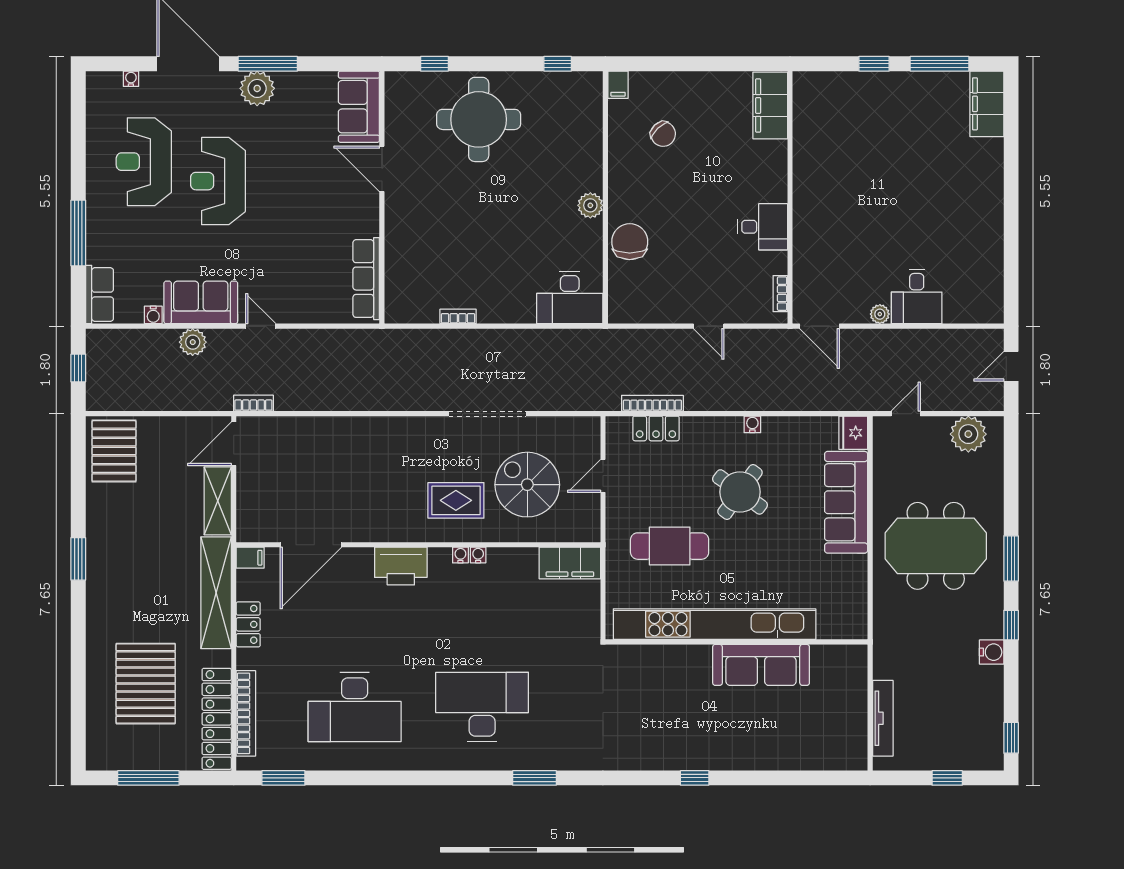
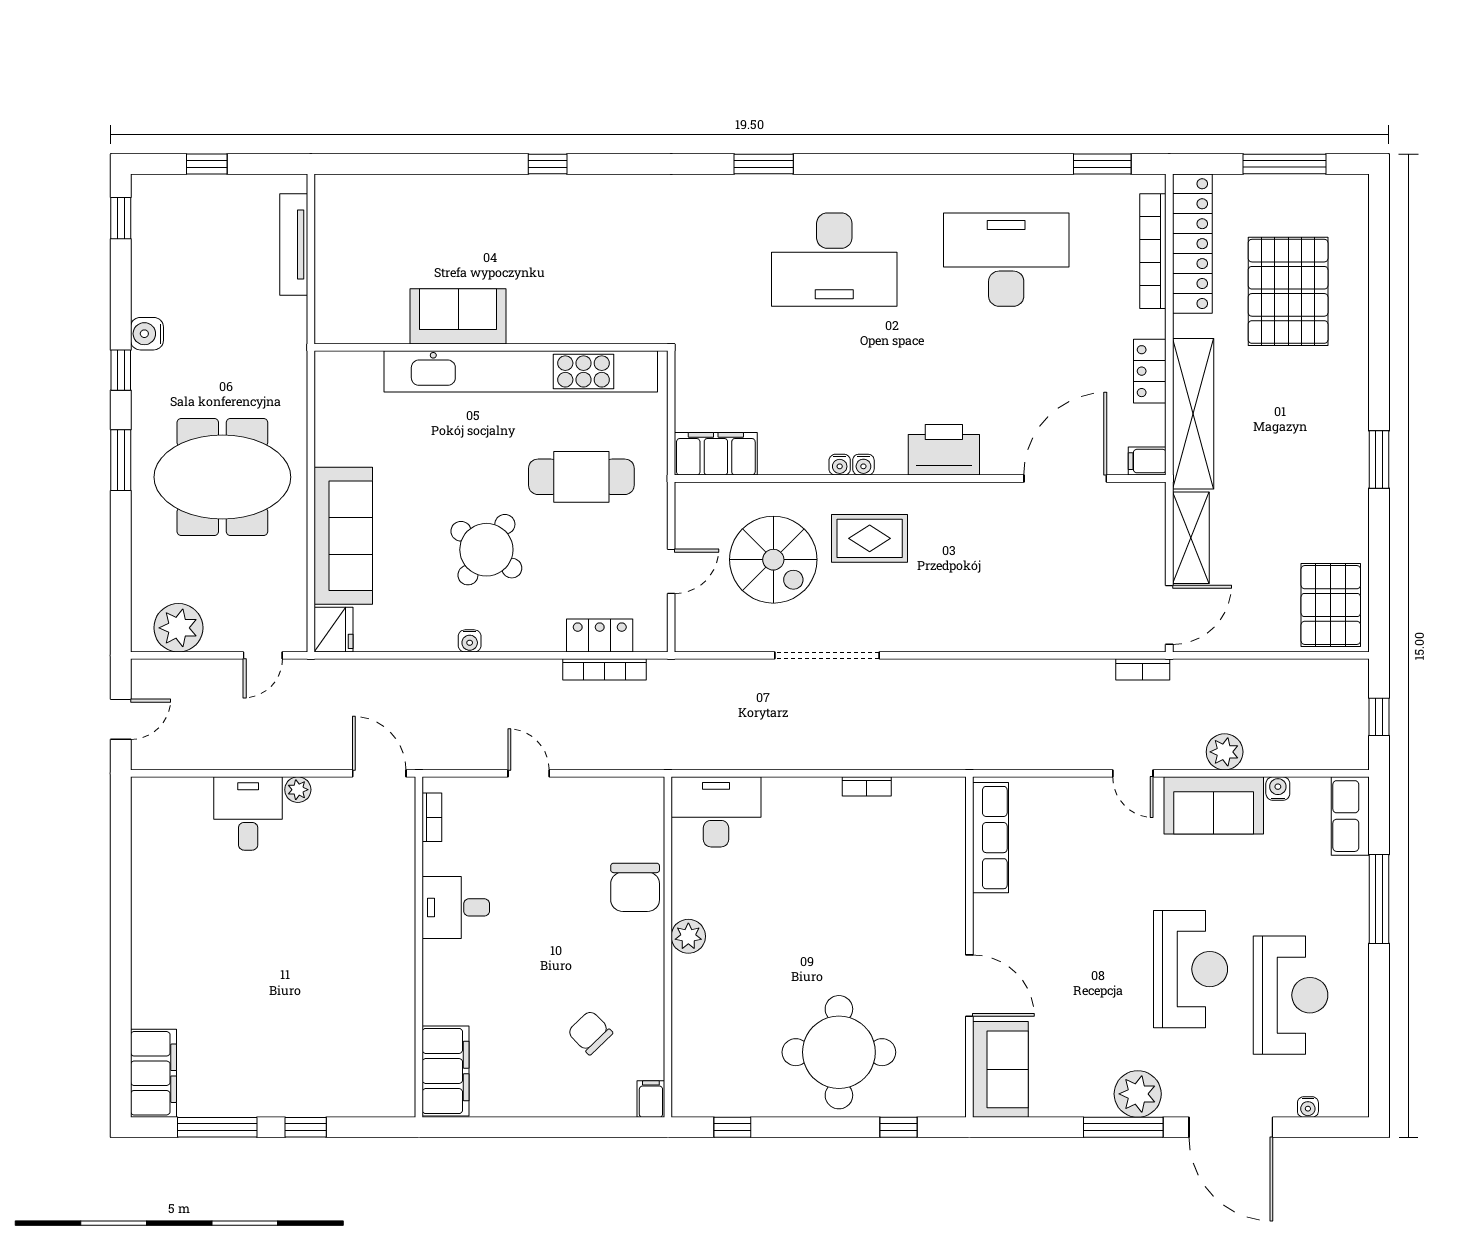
sofa: (761, 665) -> (458, 316), width x0.73

